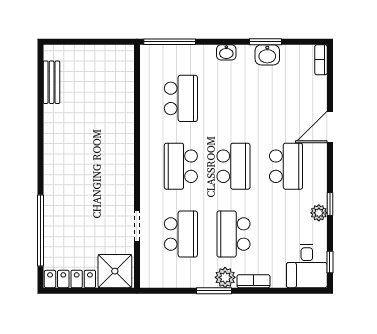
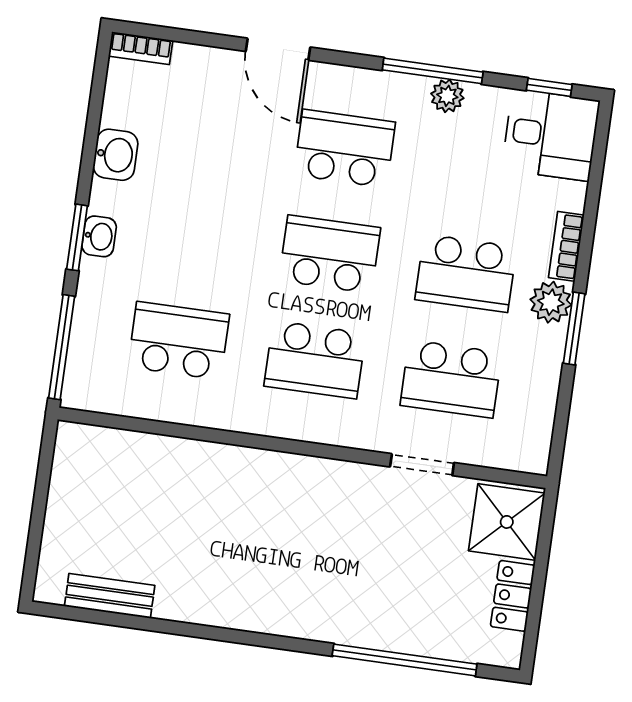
window: (266, 42) -> (77, 237), moved
window: (330, 204) -> (433, 71), width x2.17
school desk: (181, 234) -> (451, 379), turned 180
locker: (70, 279) -> (513, 596), width x0.66

